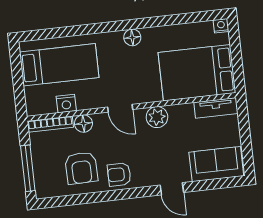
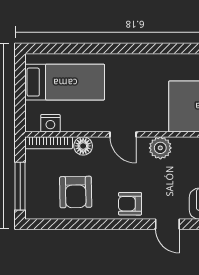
floor lamp: (132, 37) -> (144, 62), removed
nightstand: (66, 104) -> (50, 123), moved
armchair: (119, 174) -> (130, 204), moved

